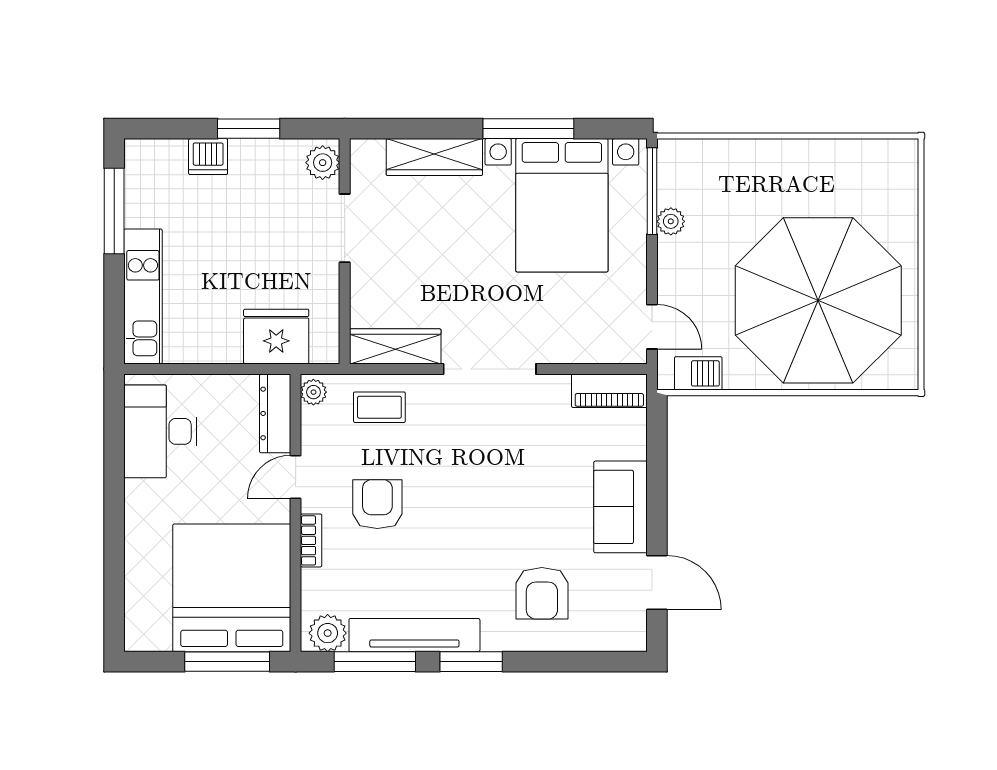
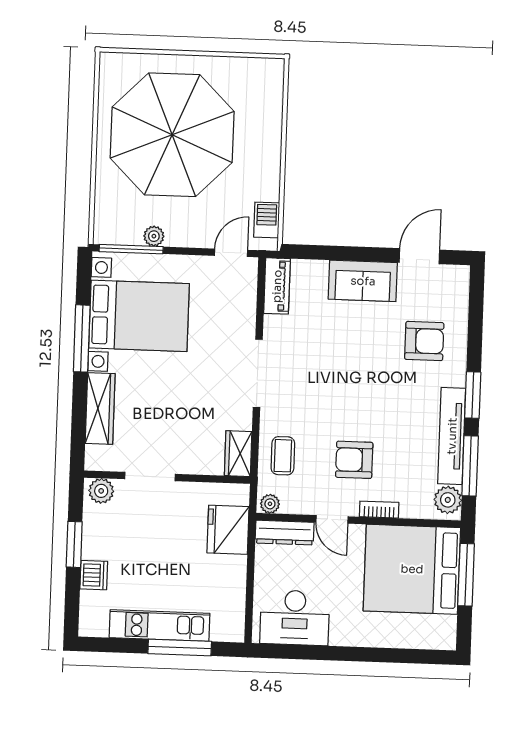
window: (114, 211) -> (180, 648), moved
kitchen unit: (143, 296) -> (160, 626), moved
parasol: (818, 300) -> (172, 135), moved
wardrobe: (395, 346) -> (238, 454), width x0.67

